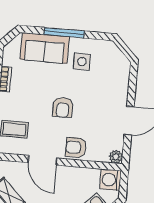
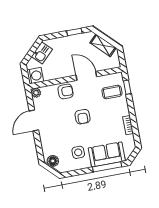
window: (64, 33) -> (107, 167), moved
floor lamp: (119, 60) -> (53, 161), added
armchair: (63, 107) -> (83, 117), turned 180

